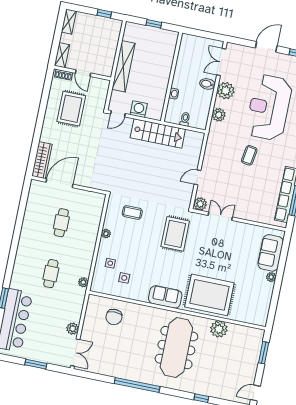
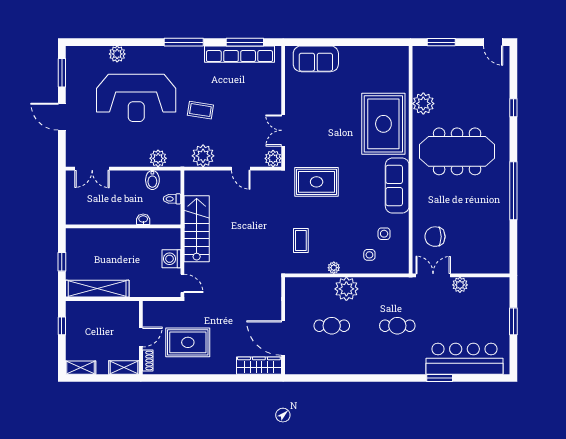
shelving: (123, 66) -> (97, 289), moved
bidet: (207, 84) -> (152, 180), moved
plant: (226, 91) -> (203, 156), moved
plant: (271, 277) -> (346, 52), removed
plant: (83, 282) -> (346, 289), moved, width x1.87, depth x1.87
sofa: (165, 297) -> (397, 186), width x1.36
chair: (114, 317) -> (435, 237), turned 180
double door: (75, 353) -> (433, 275), moved

